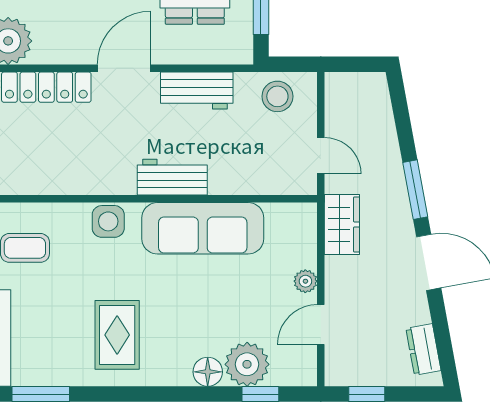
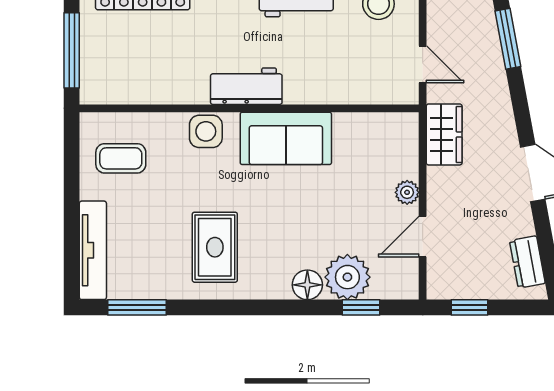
workbench: (172, 177) -> (246, 86), moved
window: (415, 190) -> (508, 39), moved
sofa: (203, 228) -> (286, 138), width x0.73

